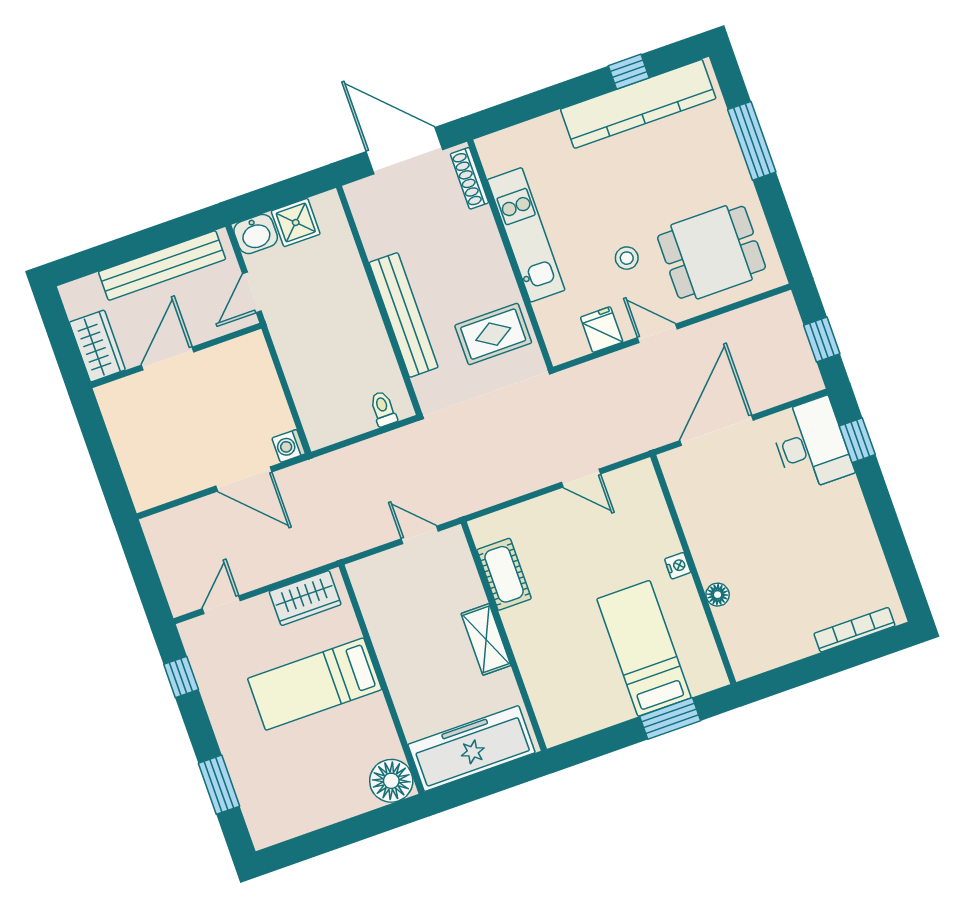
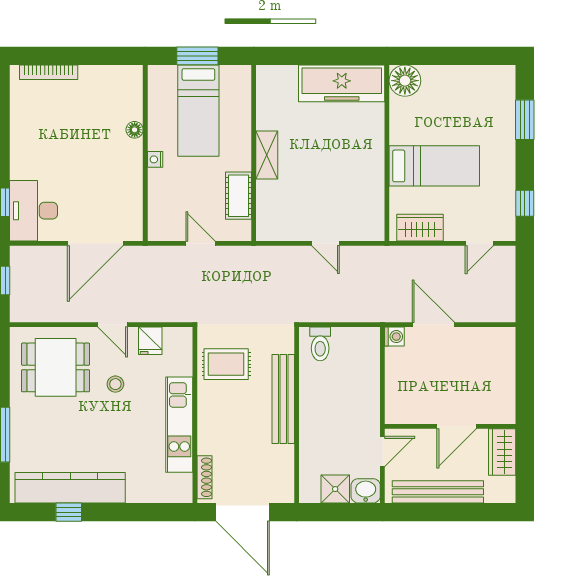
toilet: (383, 409) -> (320, 344), width x1.37, depth x1.39
cot: (504, 574) -> (239, 196), moved
wall: (504, 636) -> (254, 153), moved
shelving: (486, 639) -> (267, 155), moved

